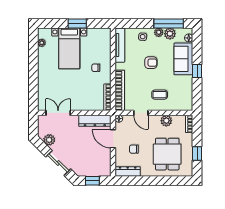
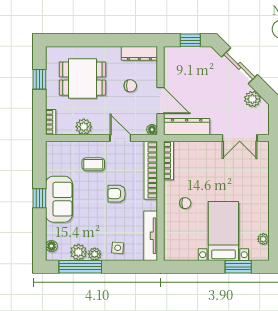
window: (77, 24) -> (238, 267), moved
sofa: (183, 59) -> (59, 199), moved
armchair: (151, 63) -> (117, 194), moved
dining table: (167, 154) -> (82, 79), turned 90

